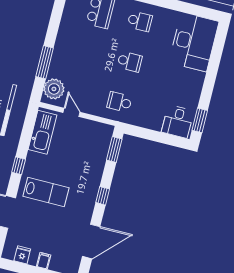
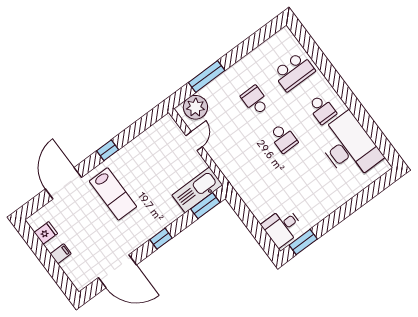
desk: (194, 42) -> (349, 147), moved, turned -90
school desk: (119, 102) -> (255, 100), moved
kitchen sink: (42, 132) -> (197, 190), moved, turned 180

